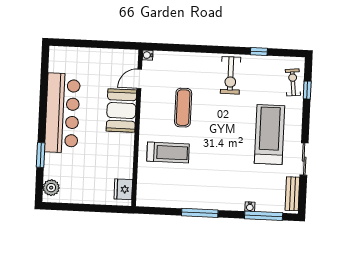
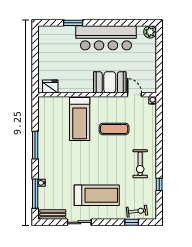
exercise bike: (231, 75) -> (140, 164), turned -90
treadmill: (168, 153) -> (80, 119), width x1.37, depth x1.38
plant: (51, 188) -> (150, 32), moved

